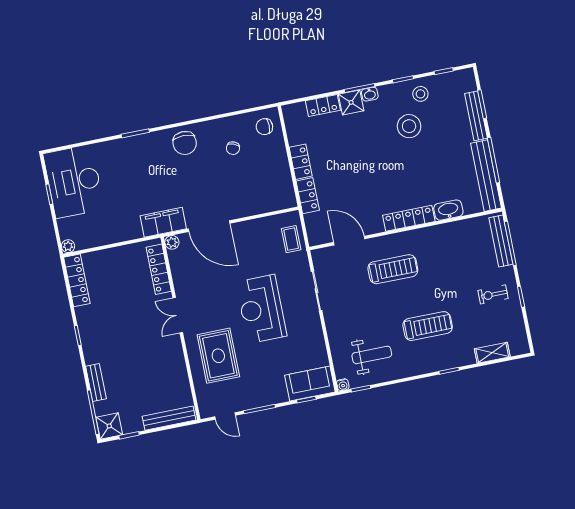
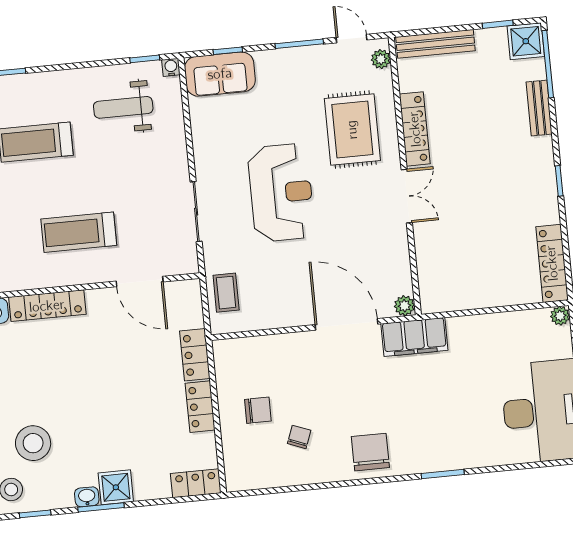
locker: (323, 106) -> (196, 483), moved
chair: (264, 127) -> (258, 410), moved
locker: (159, 269) -> (415, 129), moved
plant: (204, 404) -> (381, 59), added

